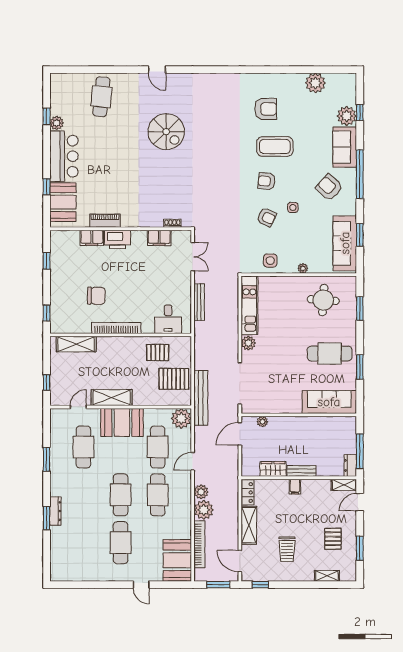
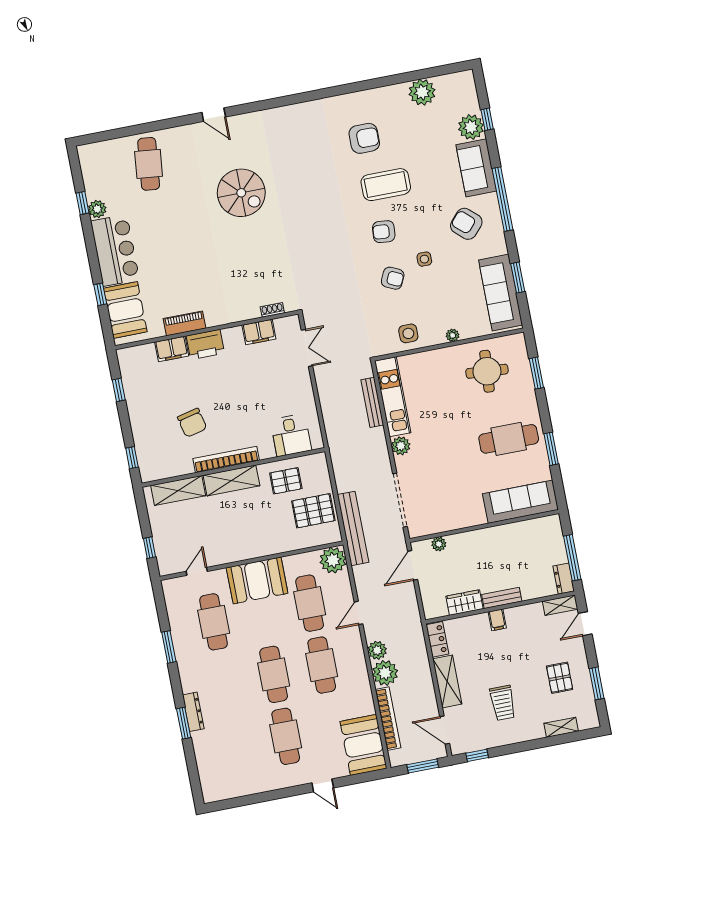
chair: (96, 296) -> (192, 423), turned 76
bench: (199, 302) -> (372, 402), moved
shelving: (112, 398) -> (231, 480), moved

